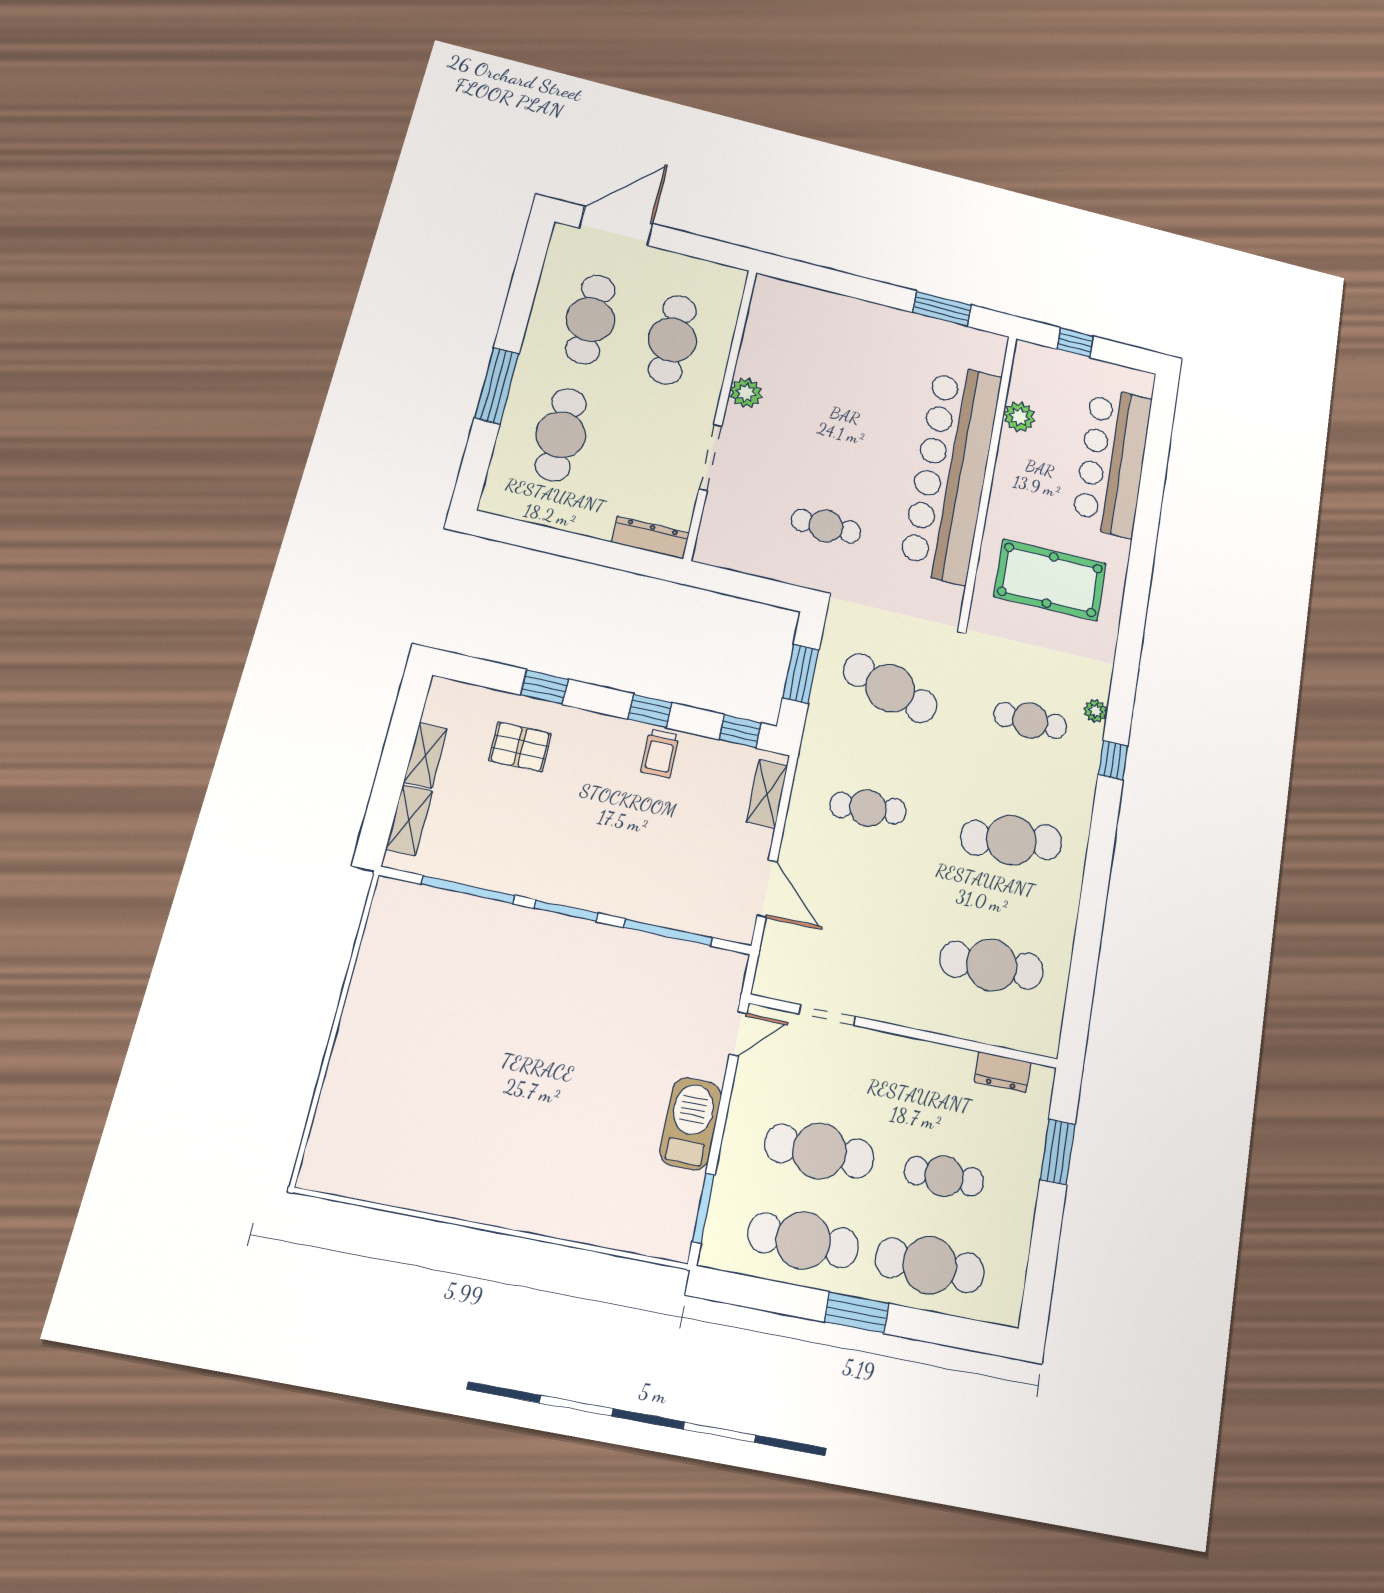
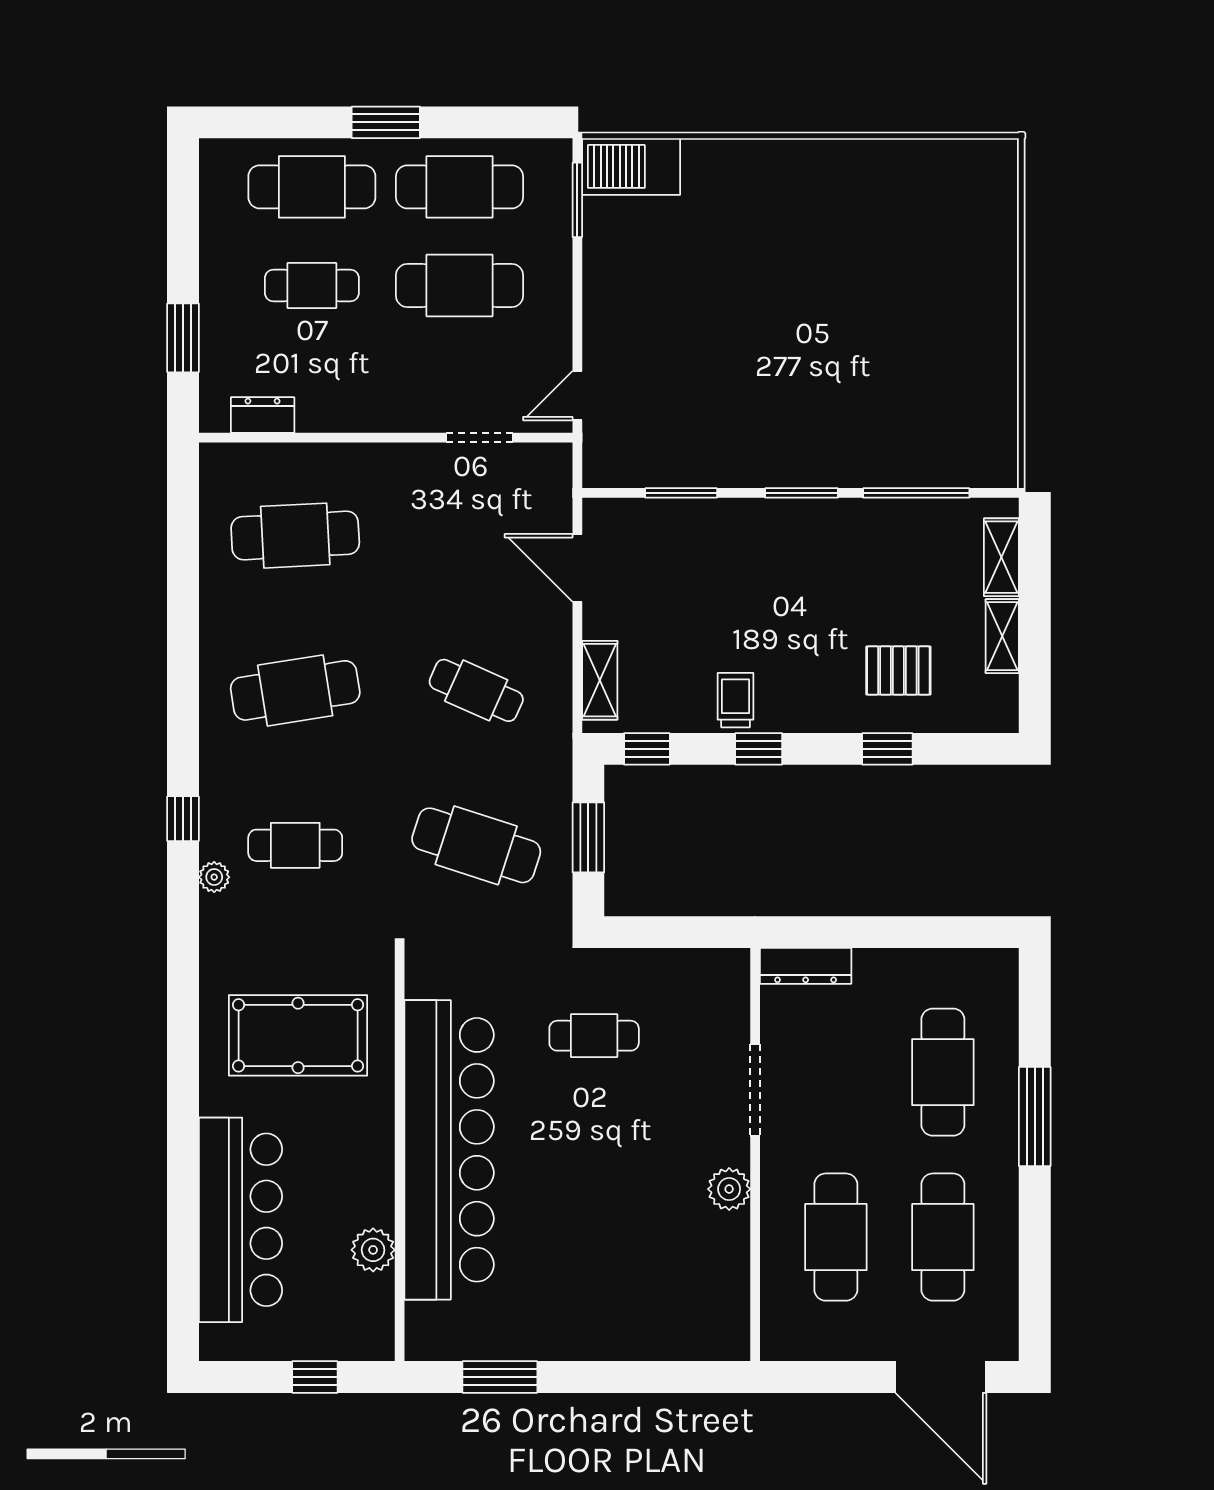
door: (616, 226) -> (941, 1377), hinge flipped
cafe table: (868, 808) -> (476, 690), turned 30
window: (668, 932) -> (681, 493), width x0.69
barbecue: (691, 1124) -> (631, 166), moved, turned 90

